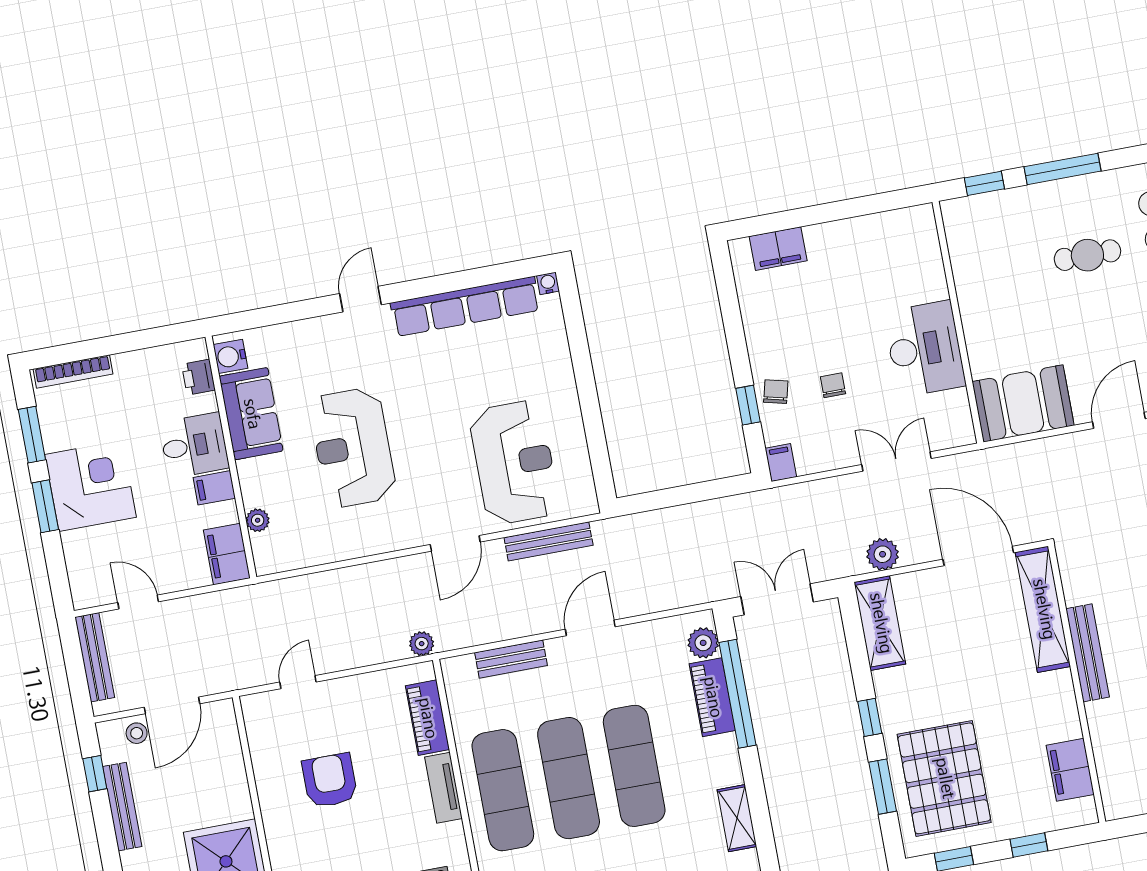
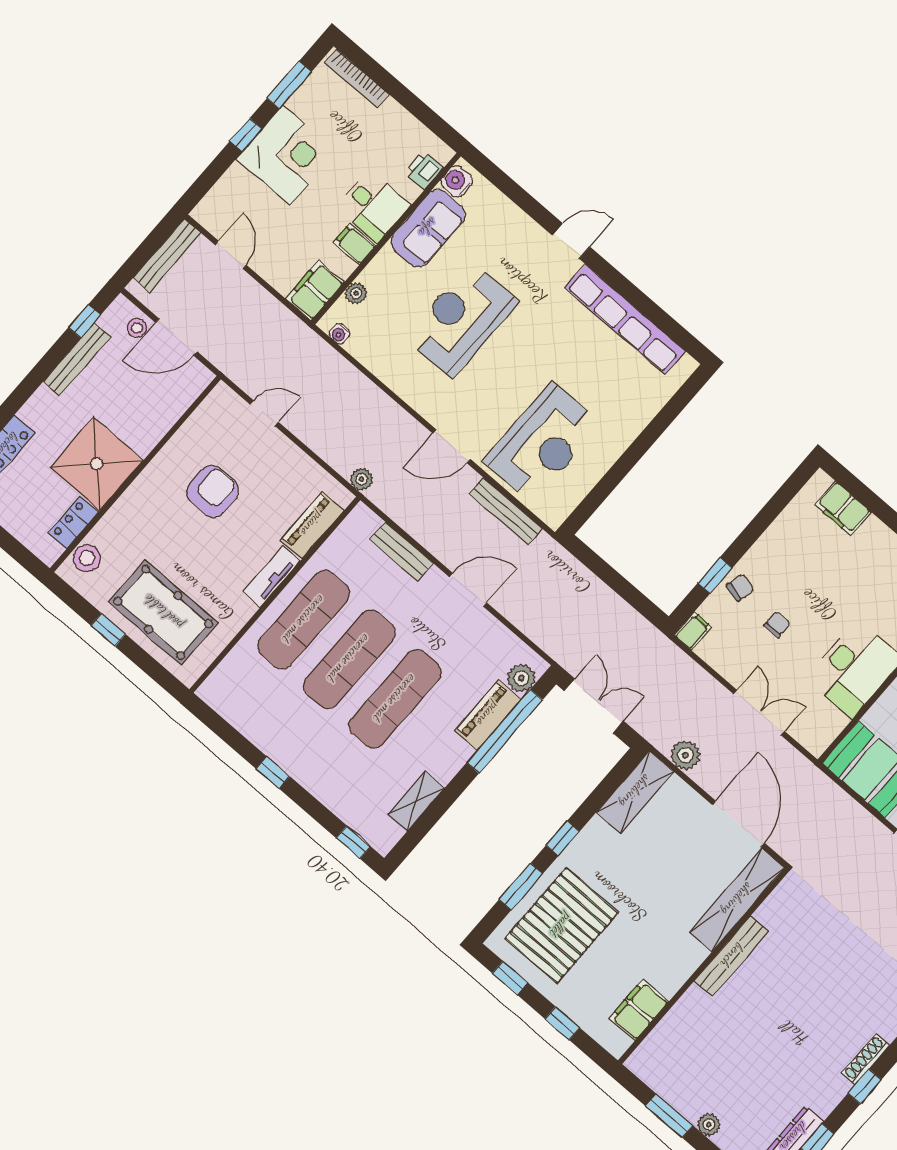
water cooler: (548, 283) -> (339, 334), moved, turned 180
window: (45, 506) -> (246, 135), width x0.67

